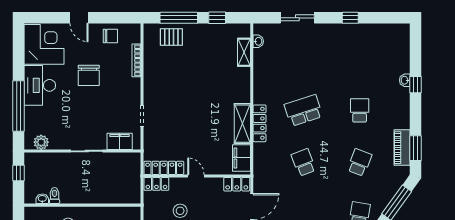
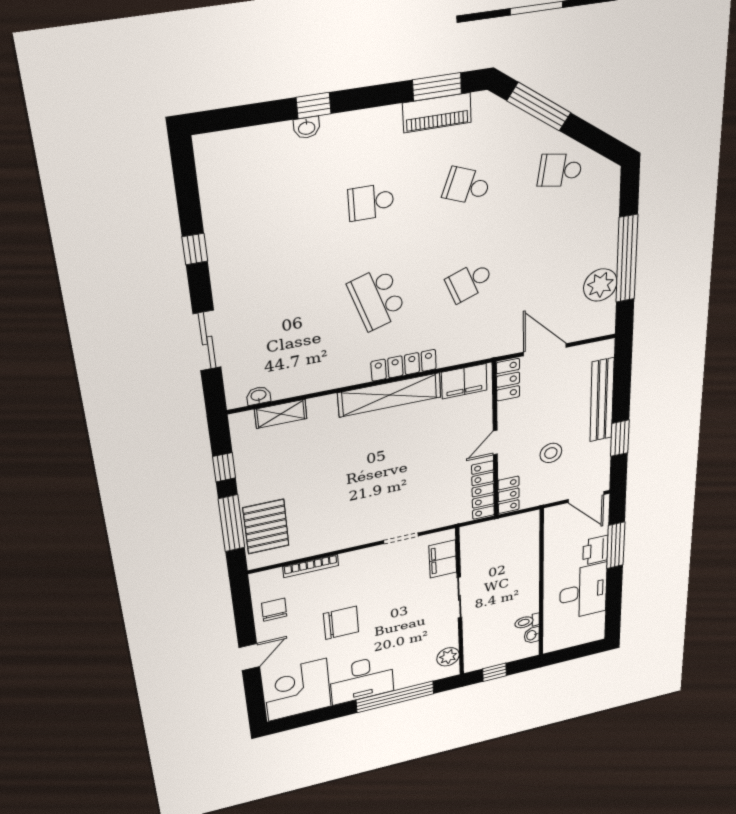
pallet: (171, 37) -> (266, 527), width x1.50, depth x1.42
shelving: (242, 124) -> (389, 395), width x1.47

